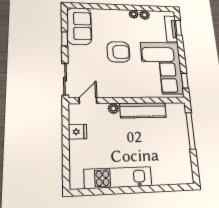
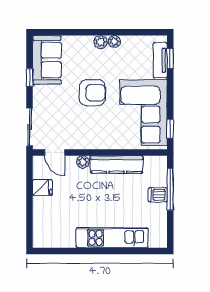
plant: (145, 15) -> (101, 42), moved
door: (88, 101) -> (55, 153), swing flipped
dishwasher: (181, 136) -> (158, 195), added
kitchen unit: (118, 178) -> (112, 238), moved

